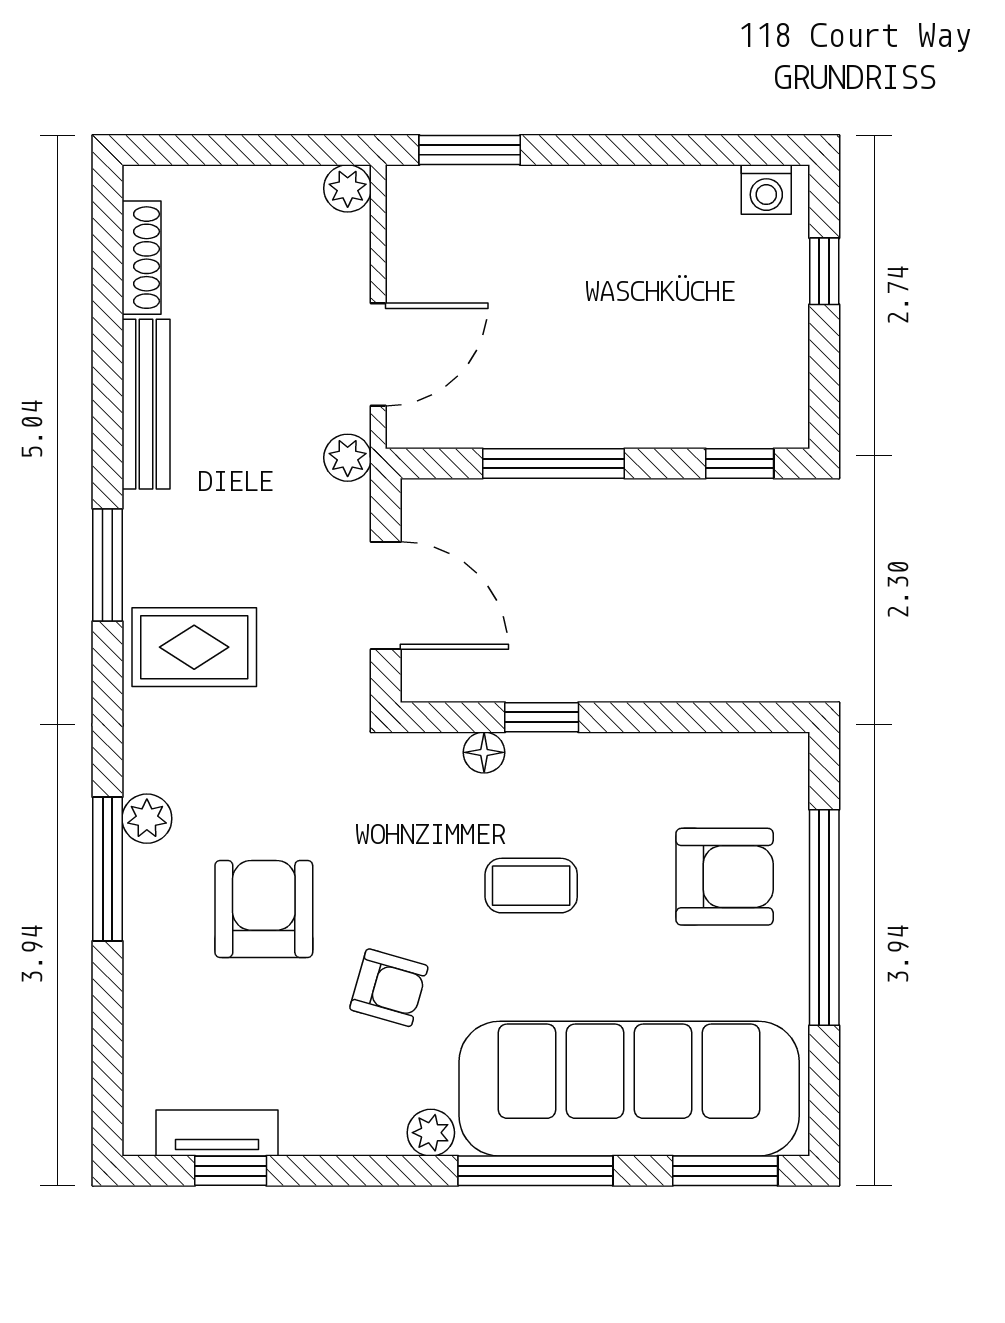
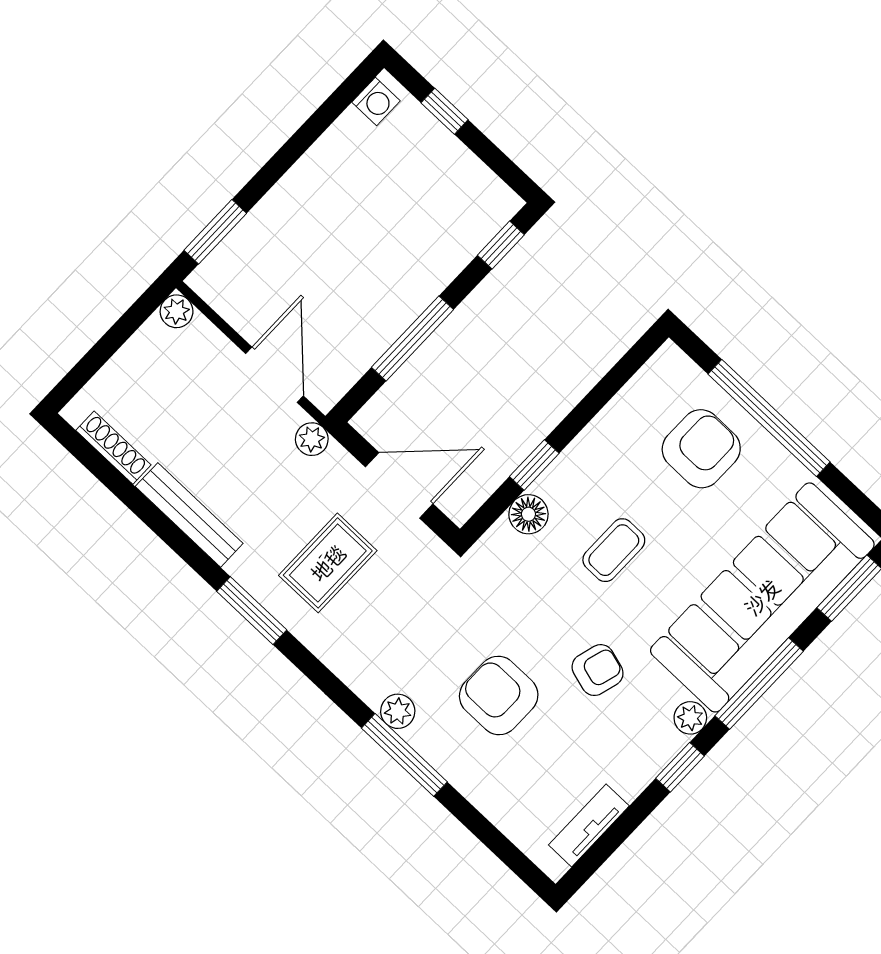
rug: (194, 647) -> (328, 563), moved
floor lamp: (484, 752) -> (528, 514), width x1.37, depth x1.37
window: (231, 1171) -> (680, 767), moved

